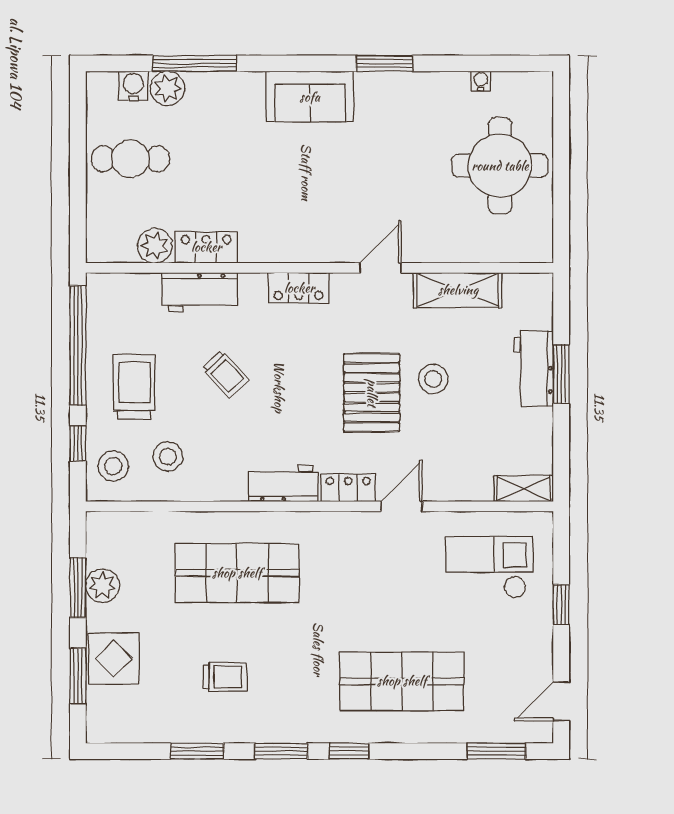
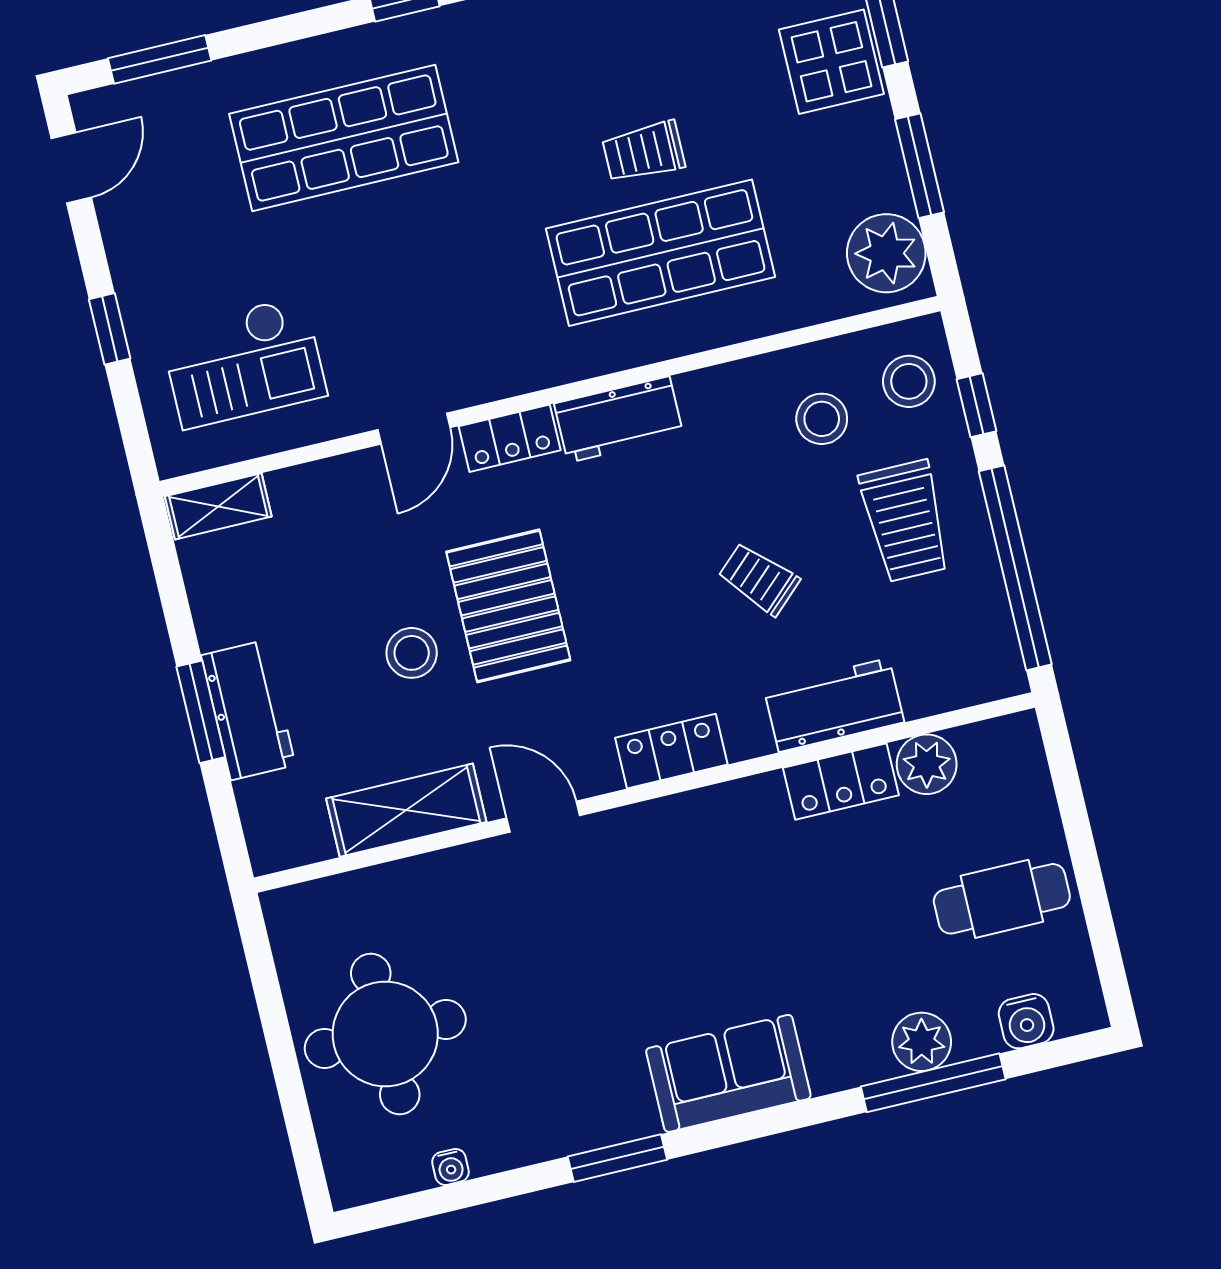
plant: (168, 88) -> (922, 1042), moved
door: (380, 268) -> (543, 817), swing flipped
plant: (103, 586) -> (886, 253), moved, width x1.36, depth x1.36
trolley: (225, 677) -> (644, 152), moved

